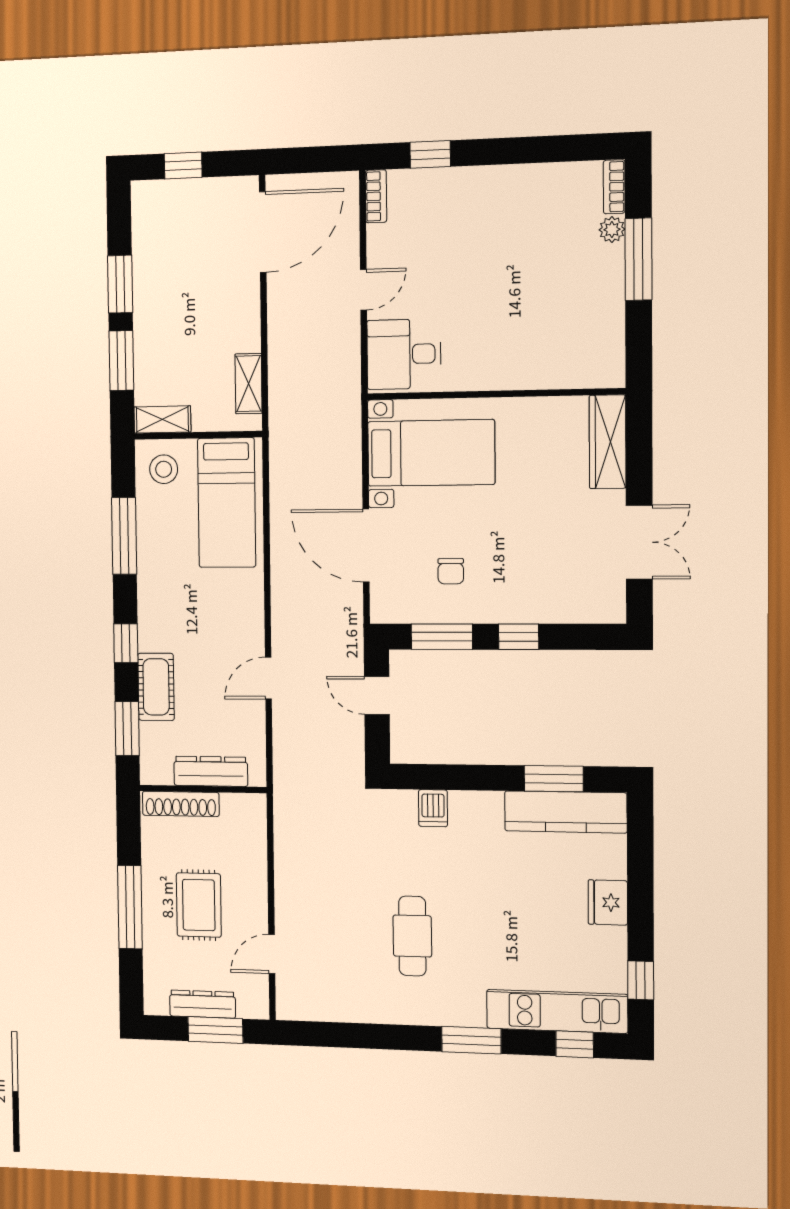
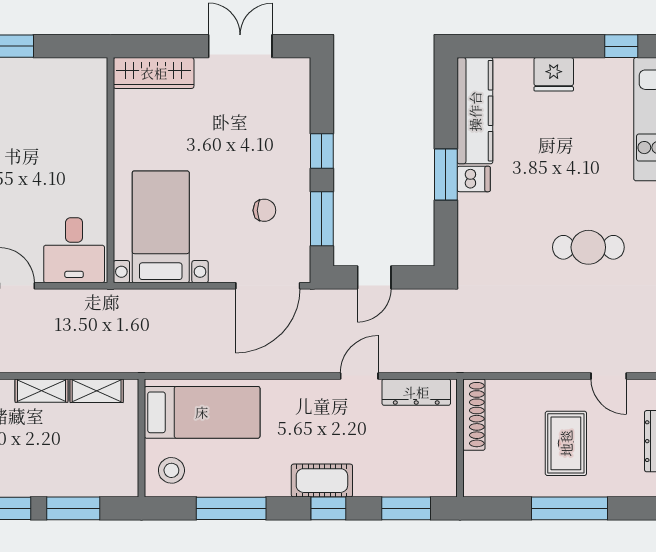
shelving: (162, 420) -> (41, 391), moved, turned 90
door: (366, 546) -> (268, 286), moved
door: (268, 678) -> (359, 376), swing flipped
cot: (156, 687) -> (322, 481), moved
dresser: (211, 771) -> (416, 392), moved, turned -90
window: (554, 779) -> (446, 174), moved
shoe rack: (181, 804) -> (474, 415), moved
dishwasher: (433, 808) -> (474, 179), moved
rug: (199, 905) -> (566, 443), turned 90

